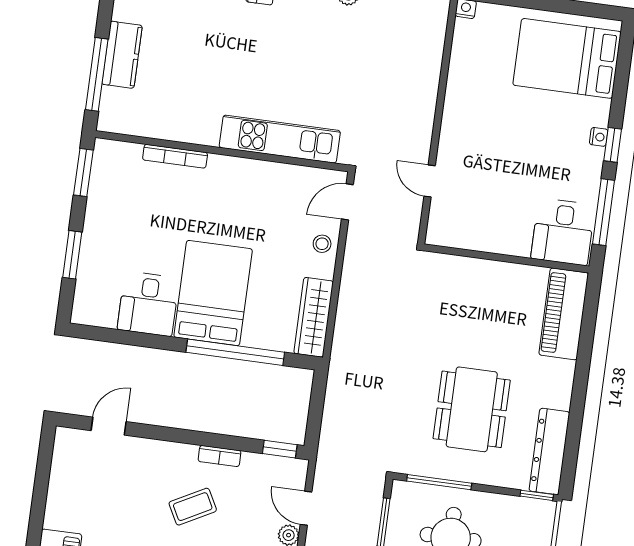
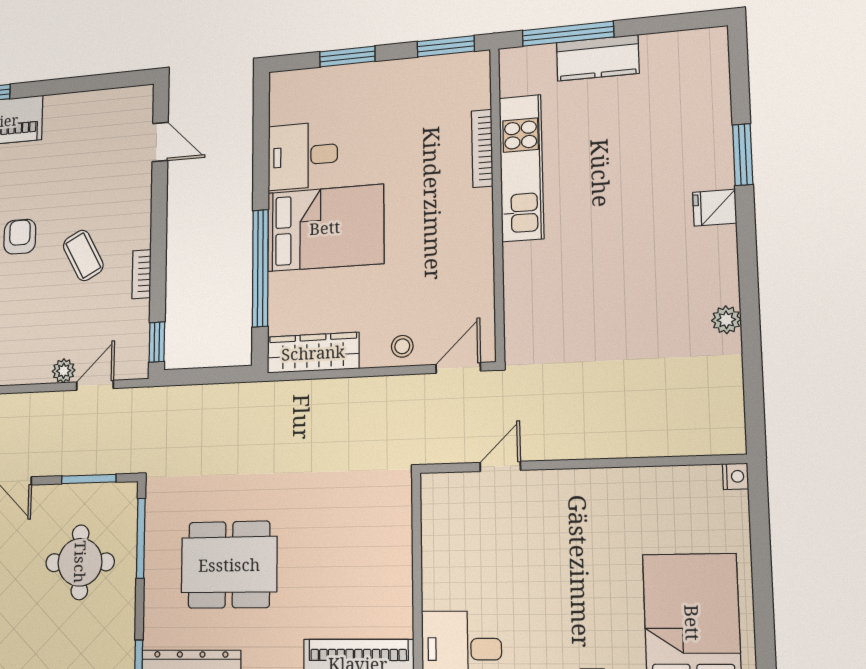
kitchen unit: (280, 139) -> (521, 168), moved
door: (347, 202) -> (458, 368), hinge flipped

